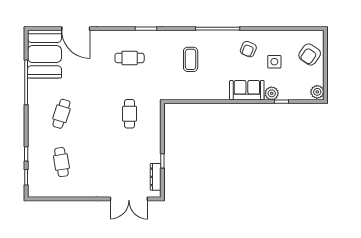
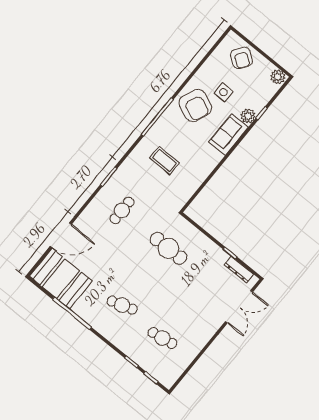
armchair: (248, 49) -> (195, 105), width x1.88, depth x1.88
cafe table: (61, 114) -> (122, 305), turned -36
cafe table: (130, 114) -> (168, 248), width x1.37, depth x1.35

